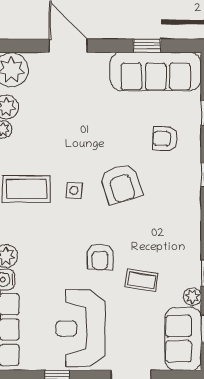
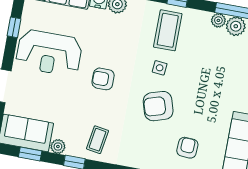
coffee table: (141, 280) -> (97, 140), moved
reception desk: (80, 328) -> (49, 53), turned 180

